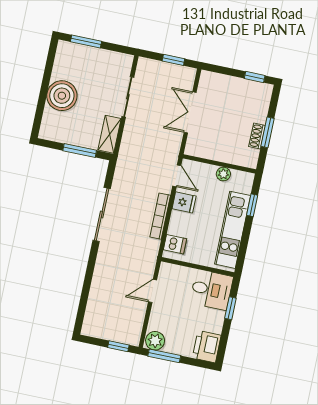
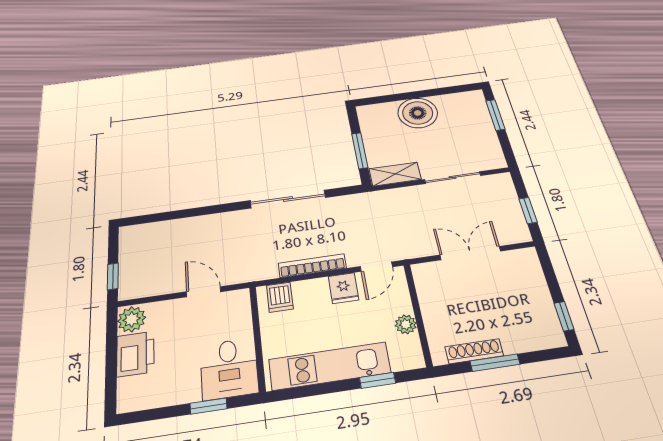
shoe rack: (257, 136) -> (474, 351), width x1.43
printer: (207, 347) -> (135, 354), moved, turned 90
window: (164, 356) -> (112, 339), removed

